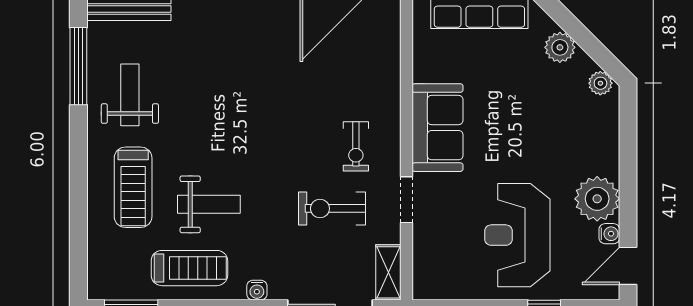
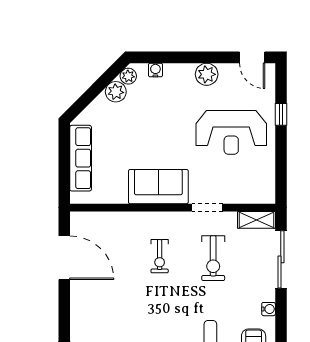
plant: (560, 47) -> (116, 92), moved
exercise bike: (356, 146) -> (160, 256), moved, turned 90
plant: (597, 199) -> (207, 74), width x0.73, depth x0.73
water cooler: (609, 234) -> (155, 70), moved

